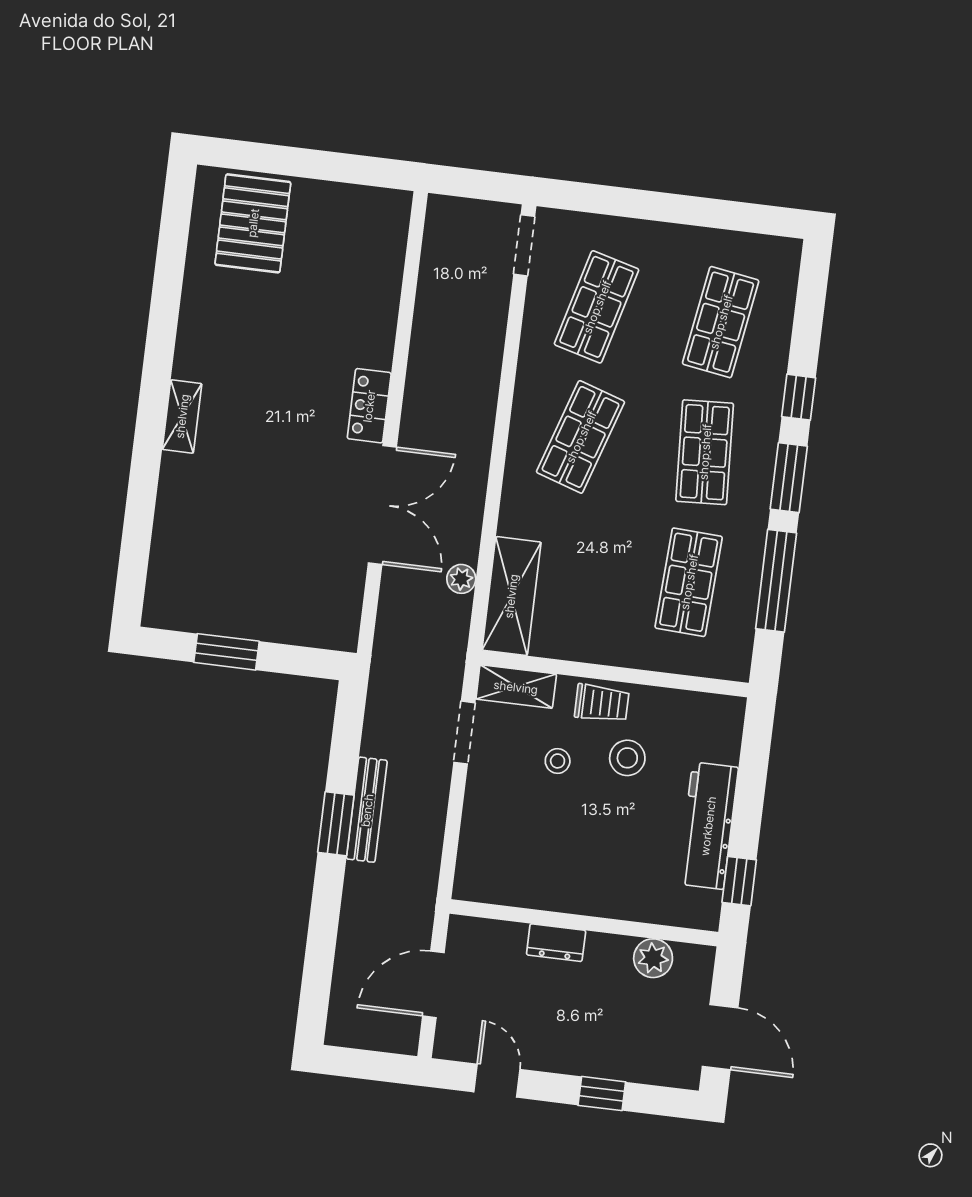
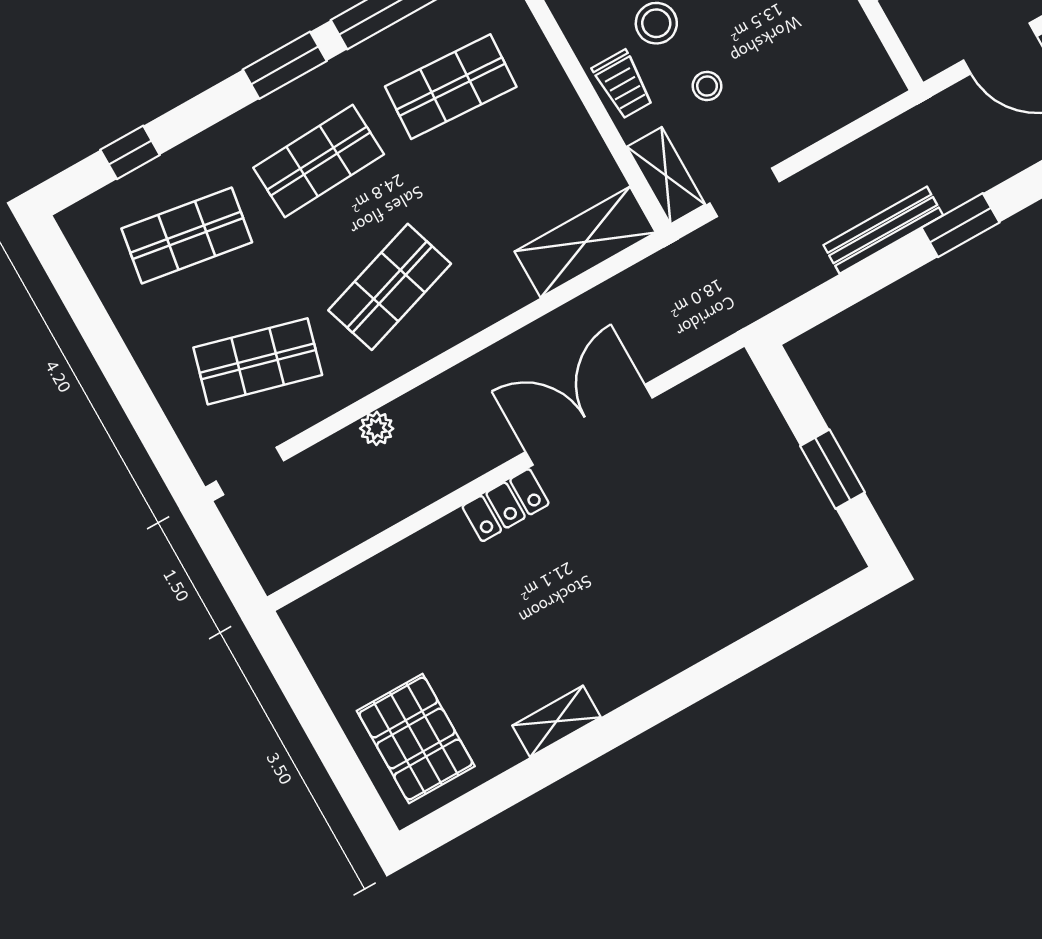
pallet: (253, 223) -> (416, 739), turned 90
window: (799, 397) -> (130, 152), moved
shelving: (182, 416) -> (557, 721), moved
shop shelf: (581, 437) -> (390, 287), turned -36
plant: (461, 579) -> (377, 428), moved
trolley: (602, 703) -> (623, 84), turned 180
window: (336, 824) -> (960, 225), moved

